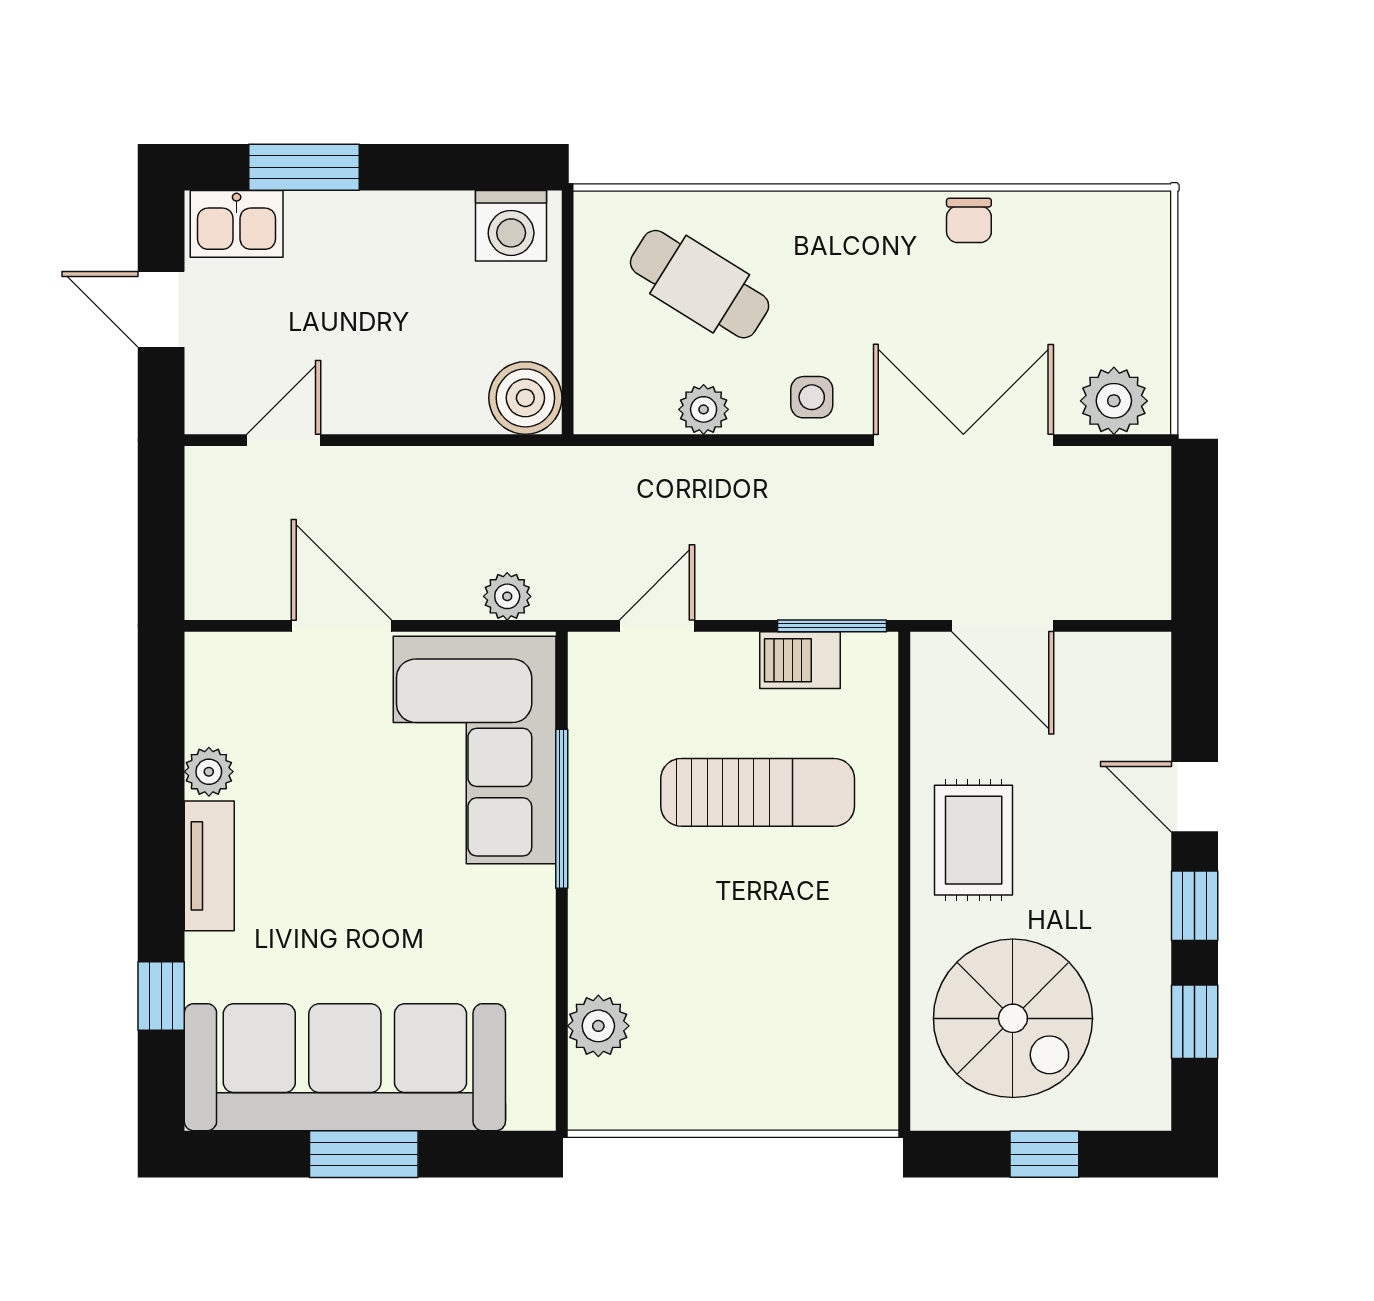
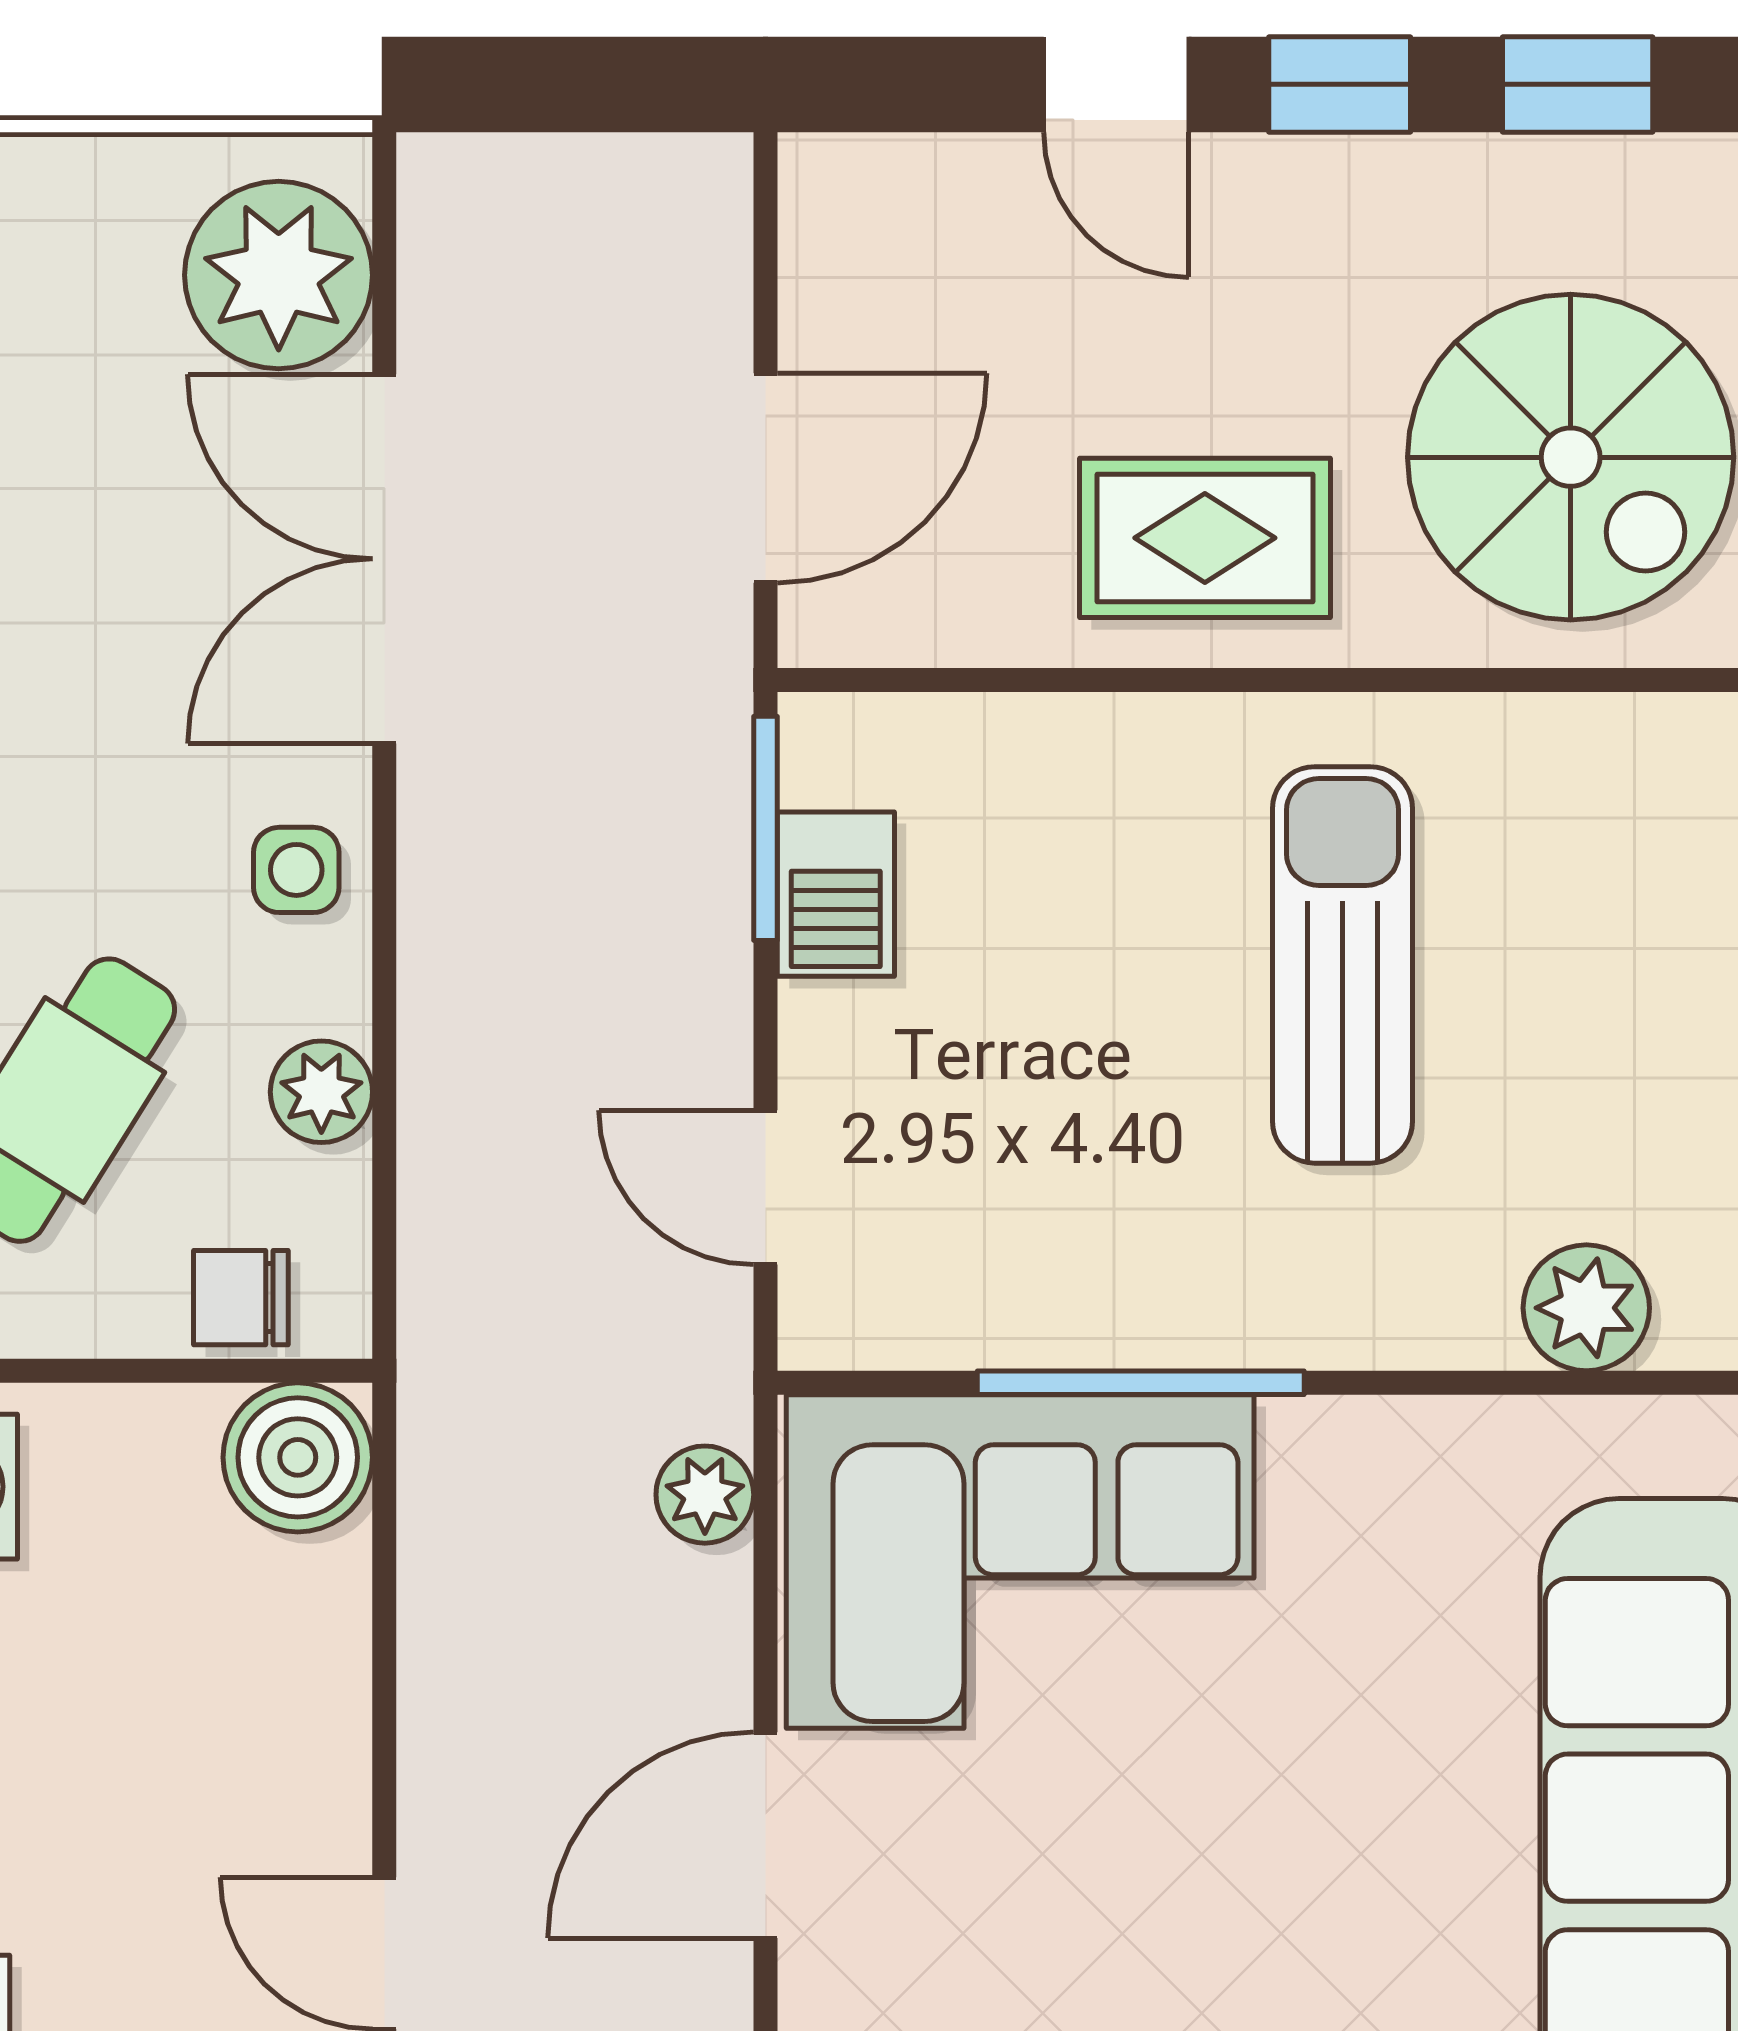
chair: (603, 370) -> (241, 1298), added
plant: (1114, 401) -> (279, 275), width x1.36, depth x1.36
sun lounger: (758, 792) -> (1342, 965), moved
door: (1195, 797) -> (1116, 84), hinge flipped
spiral stairs: (1013, 1018) -> (1571, 457), turned 90

